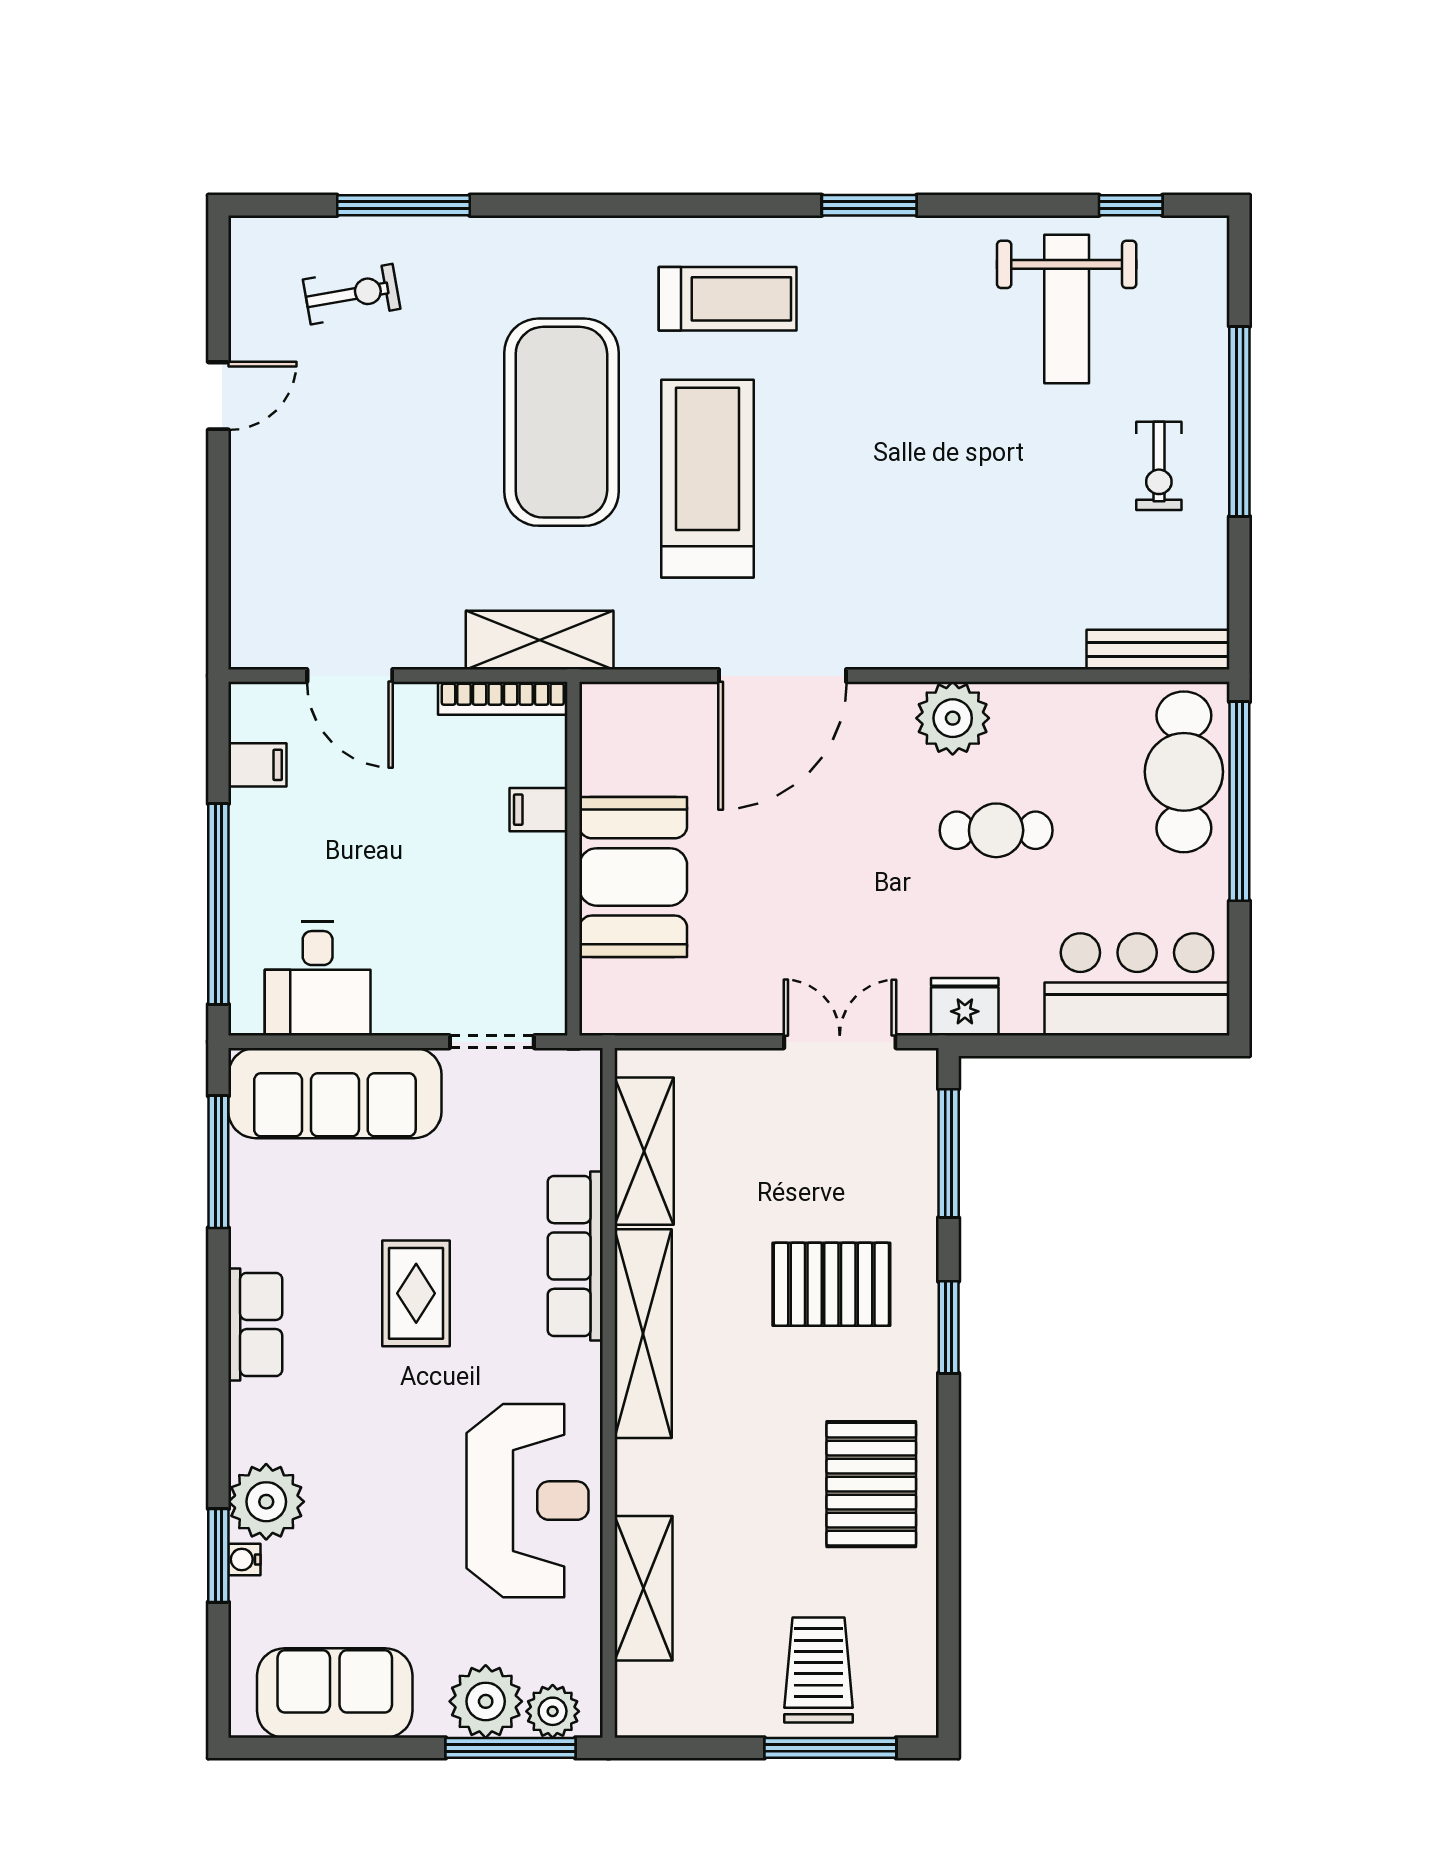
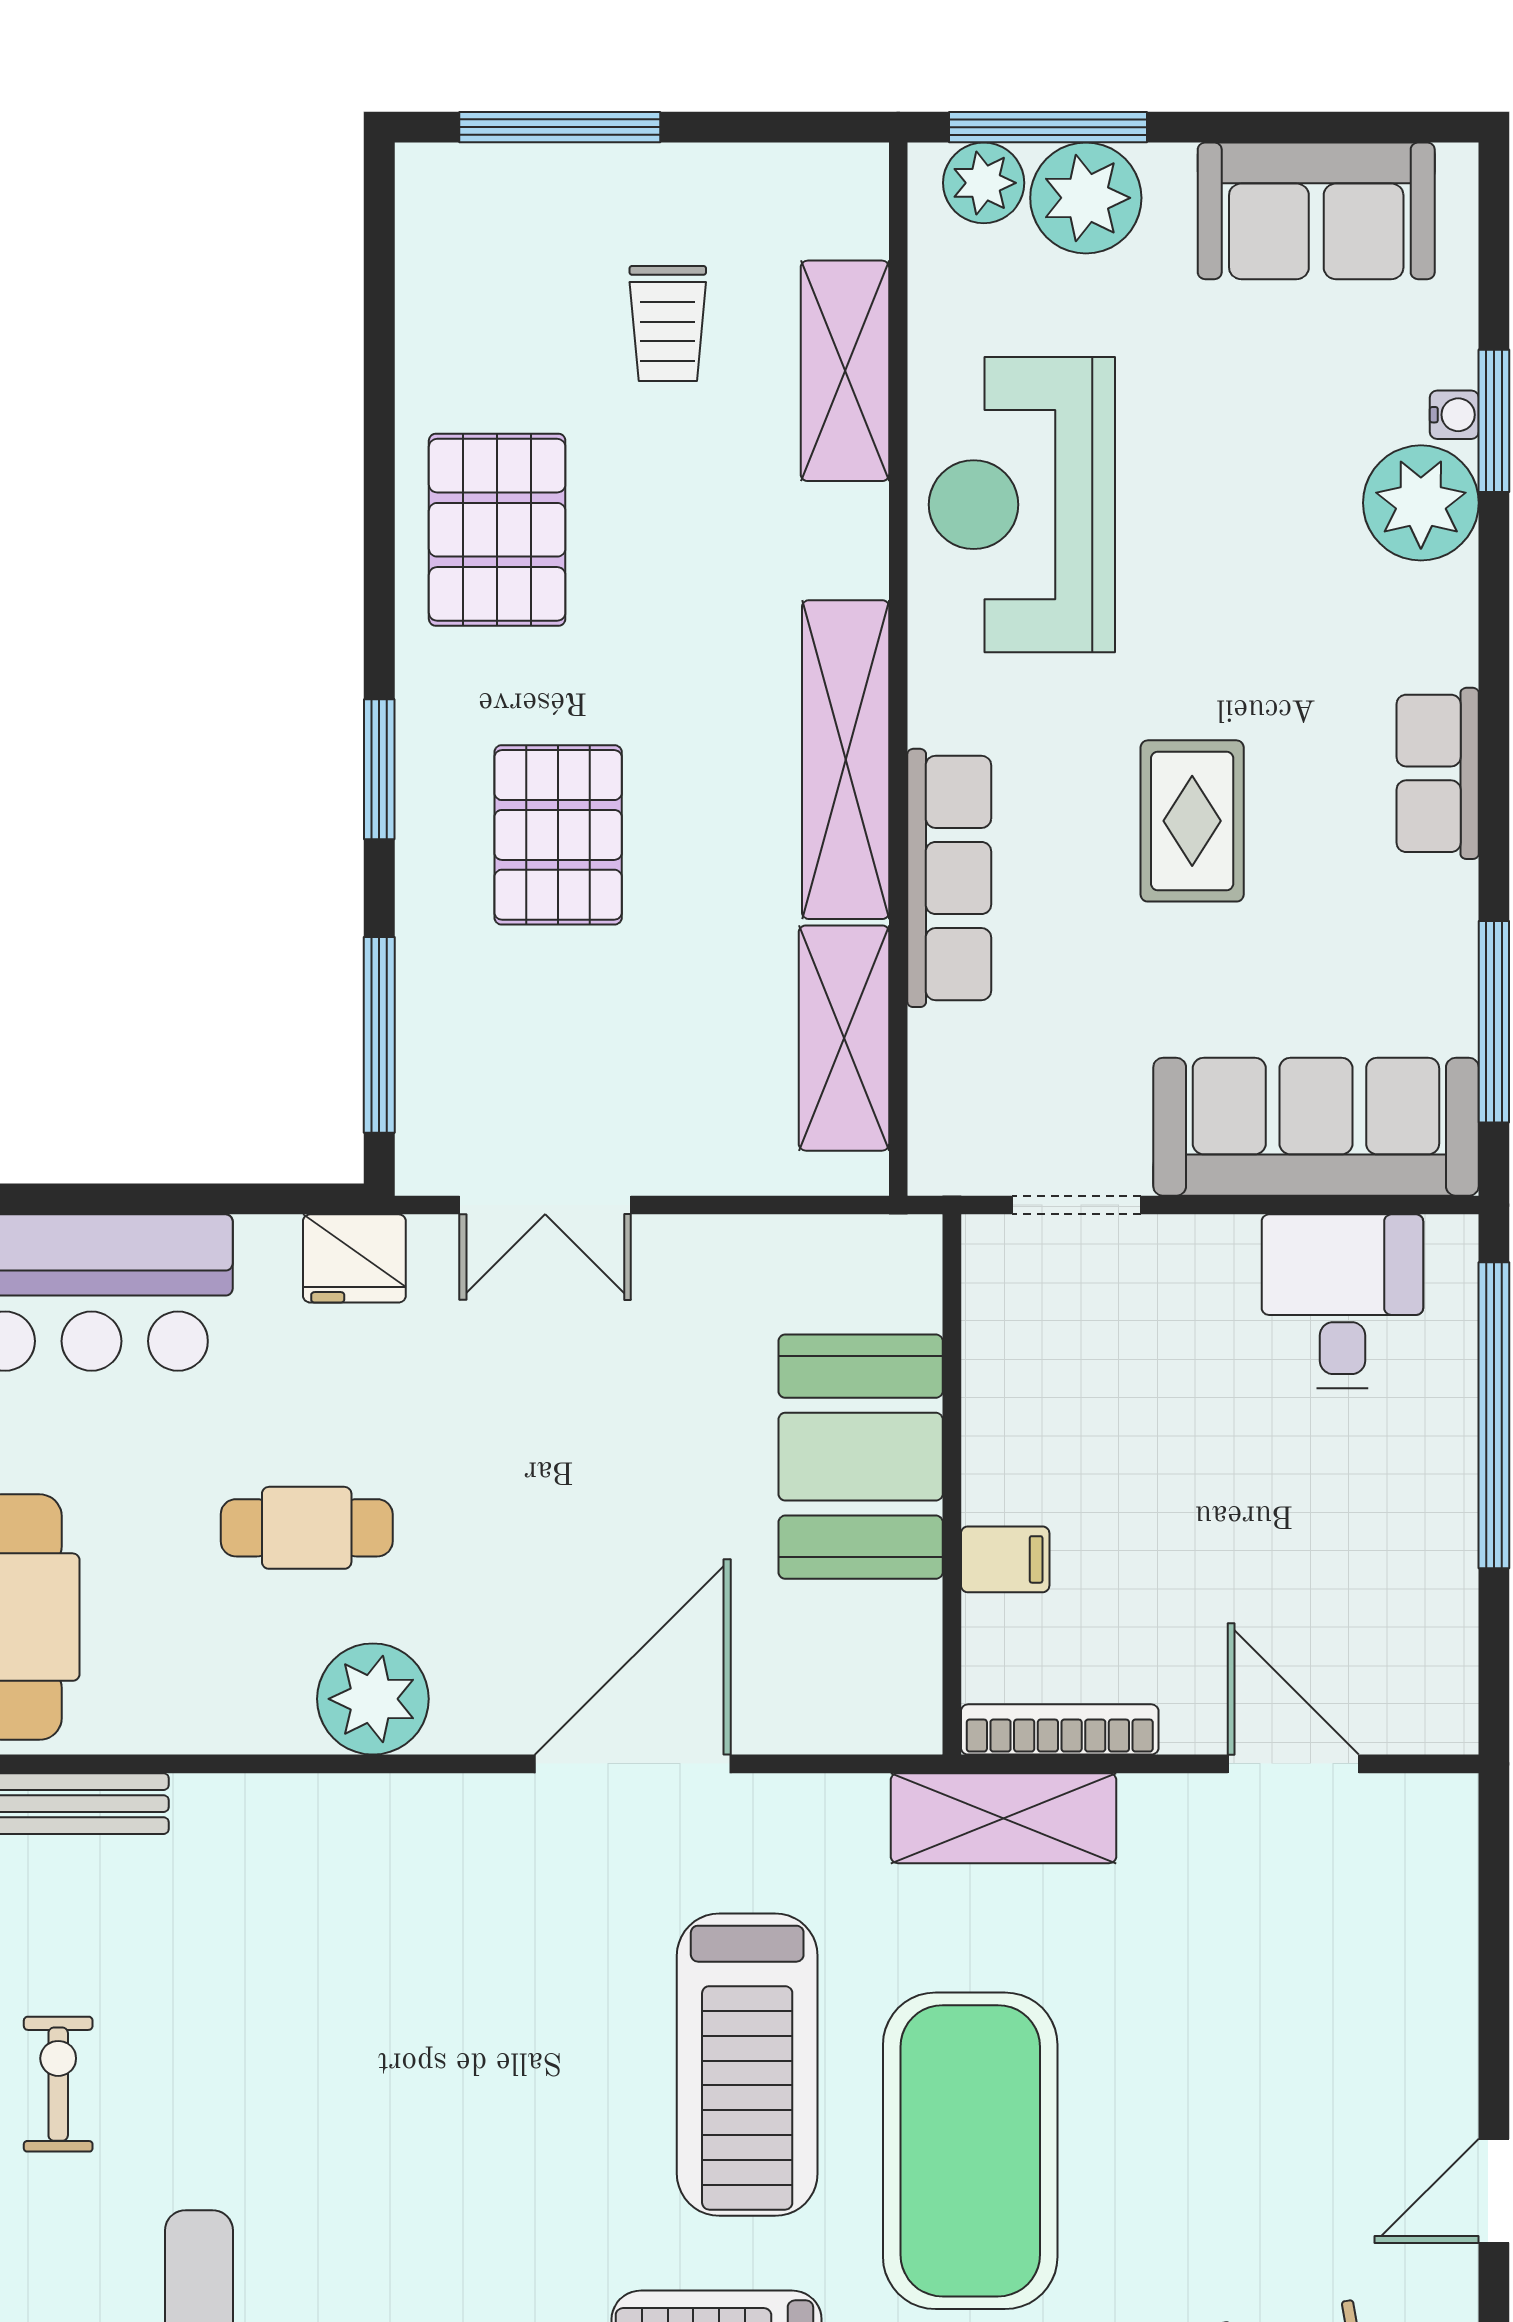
filing cabinet: (257, 765) -> (1434, 1628), removed
pallet: (831, 1284) -> (558, 835), turned 90
trolley: (818, 1670) -> (668, 323), moved, width x0.73, depth x0.72

